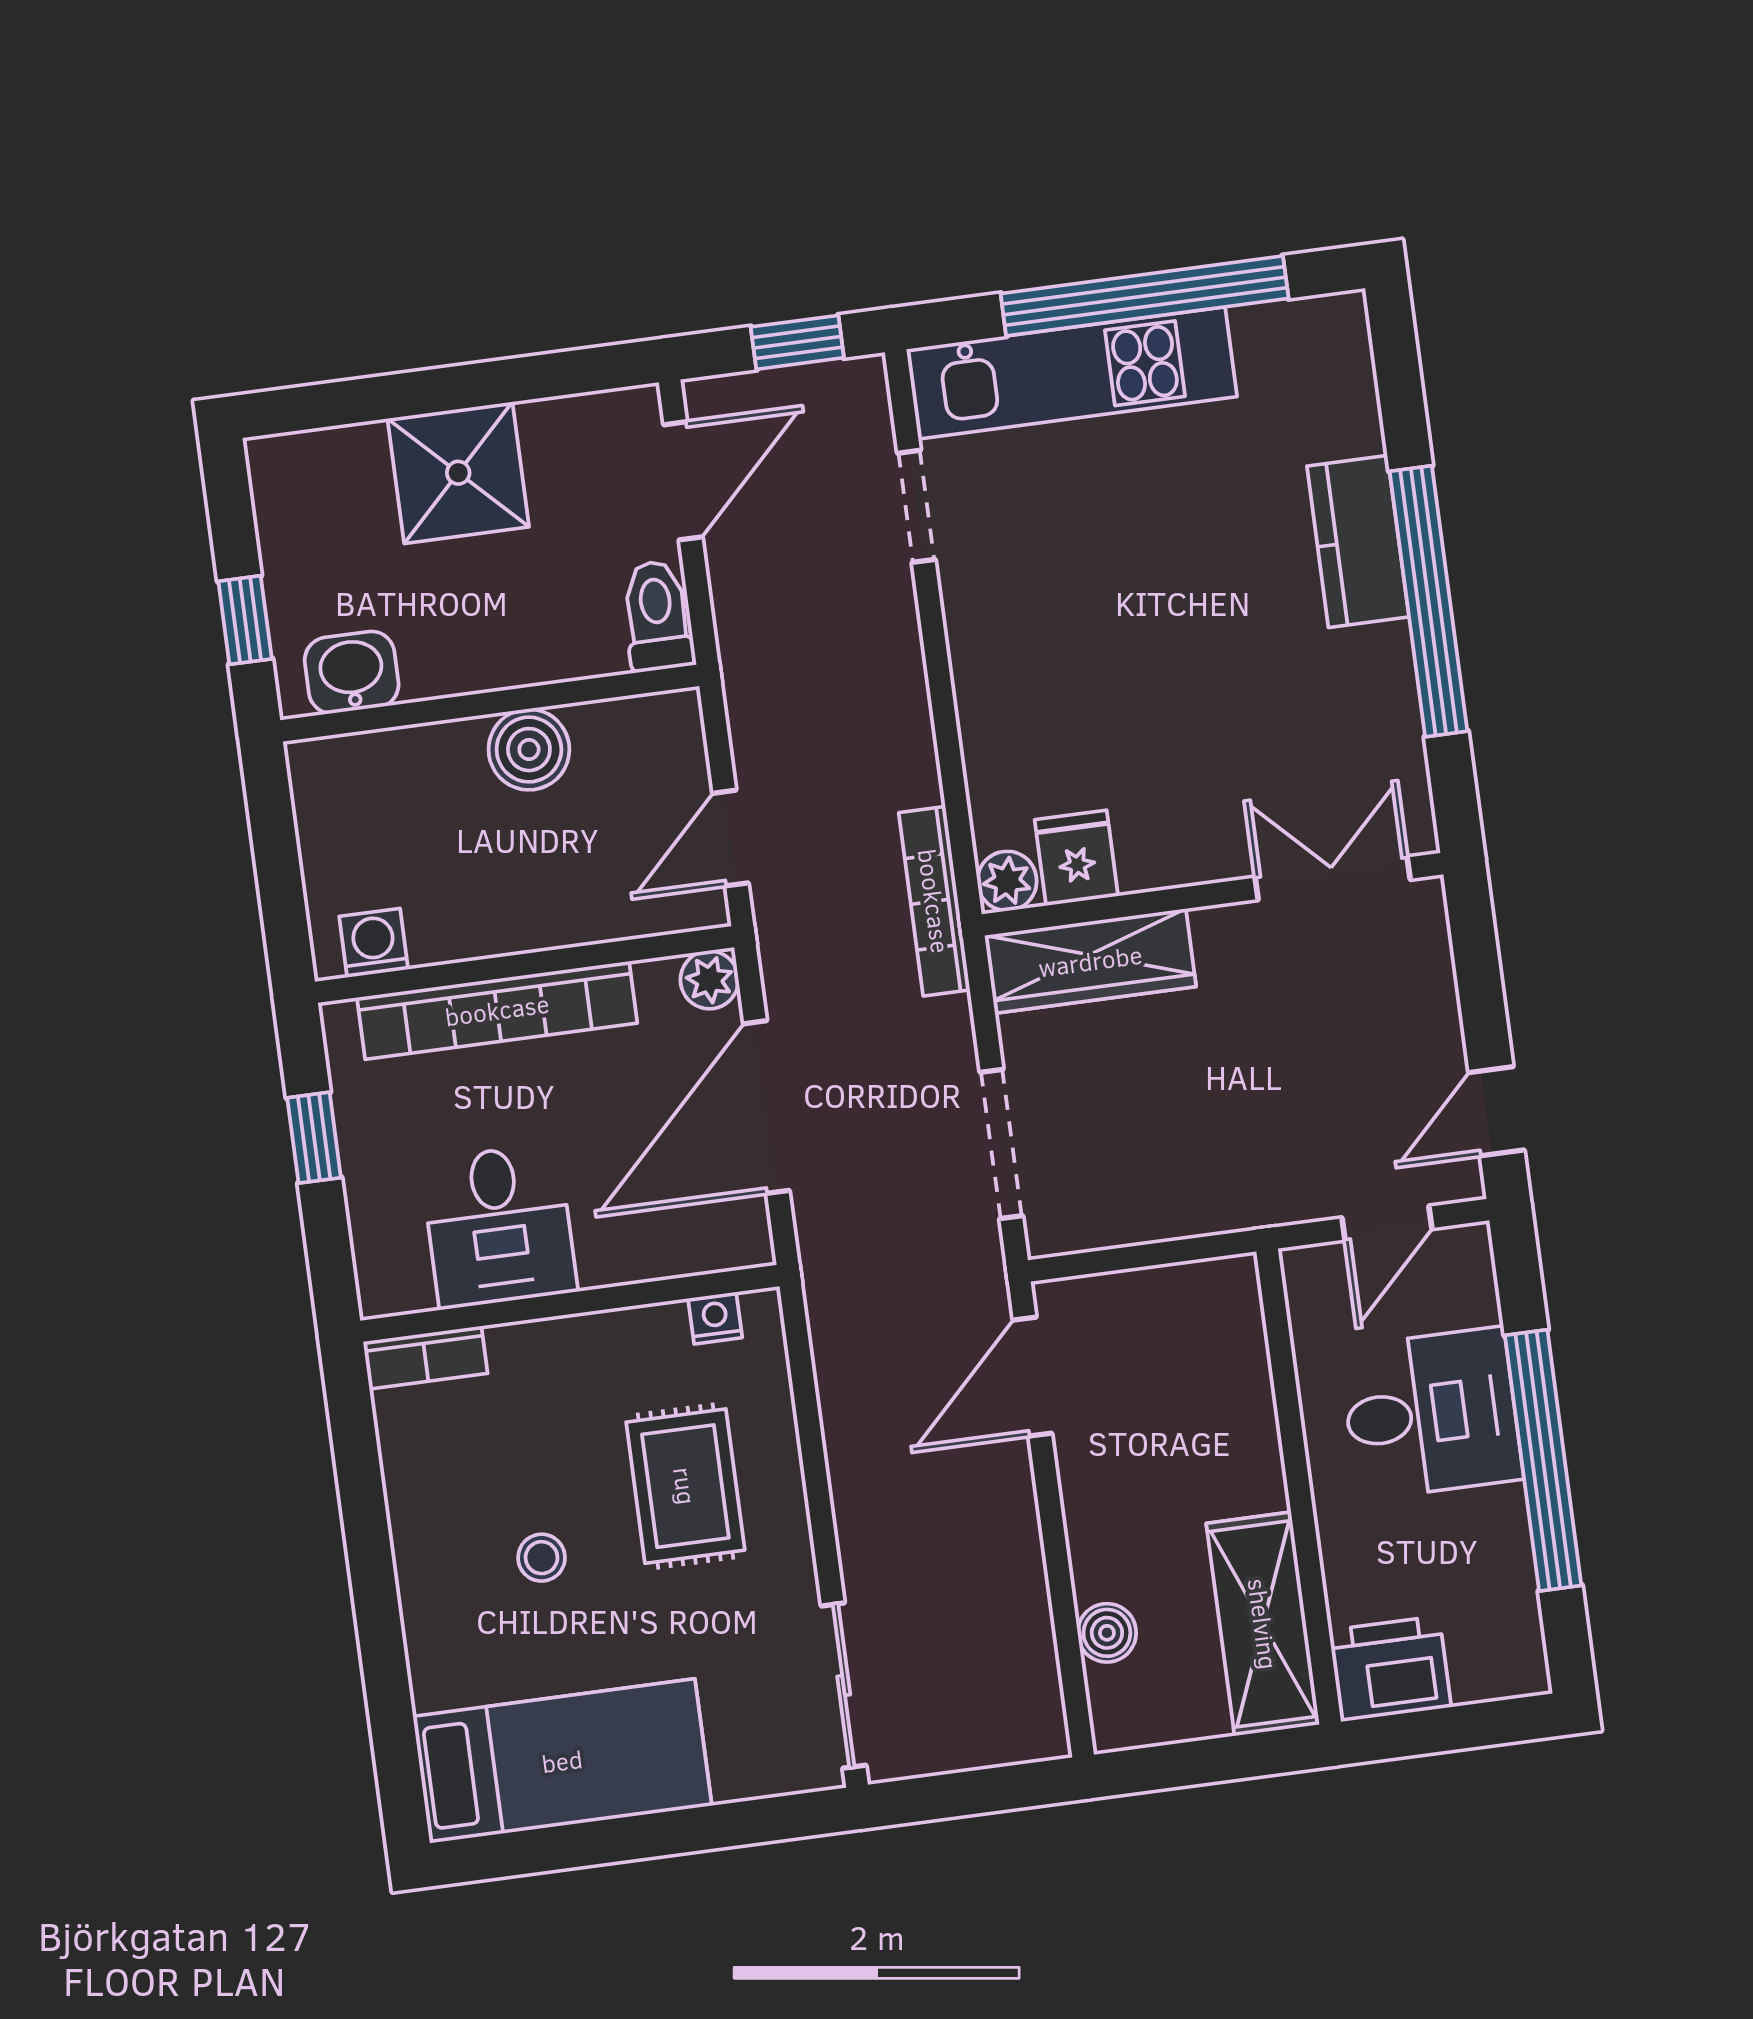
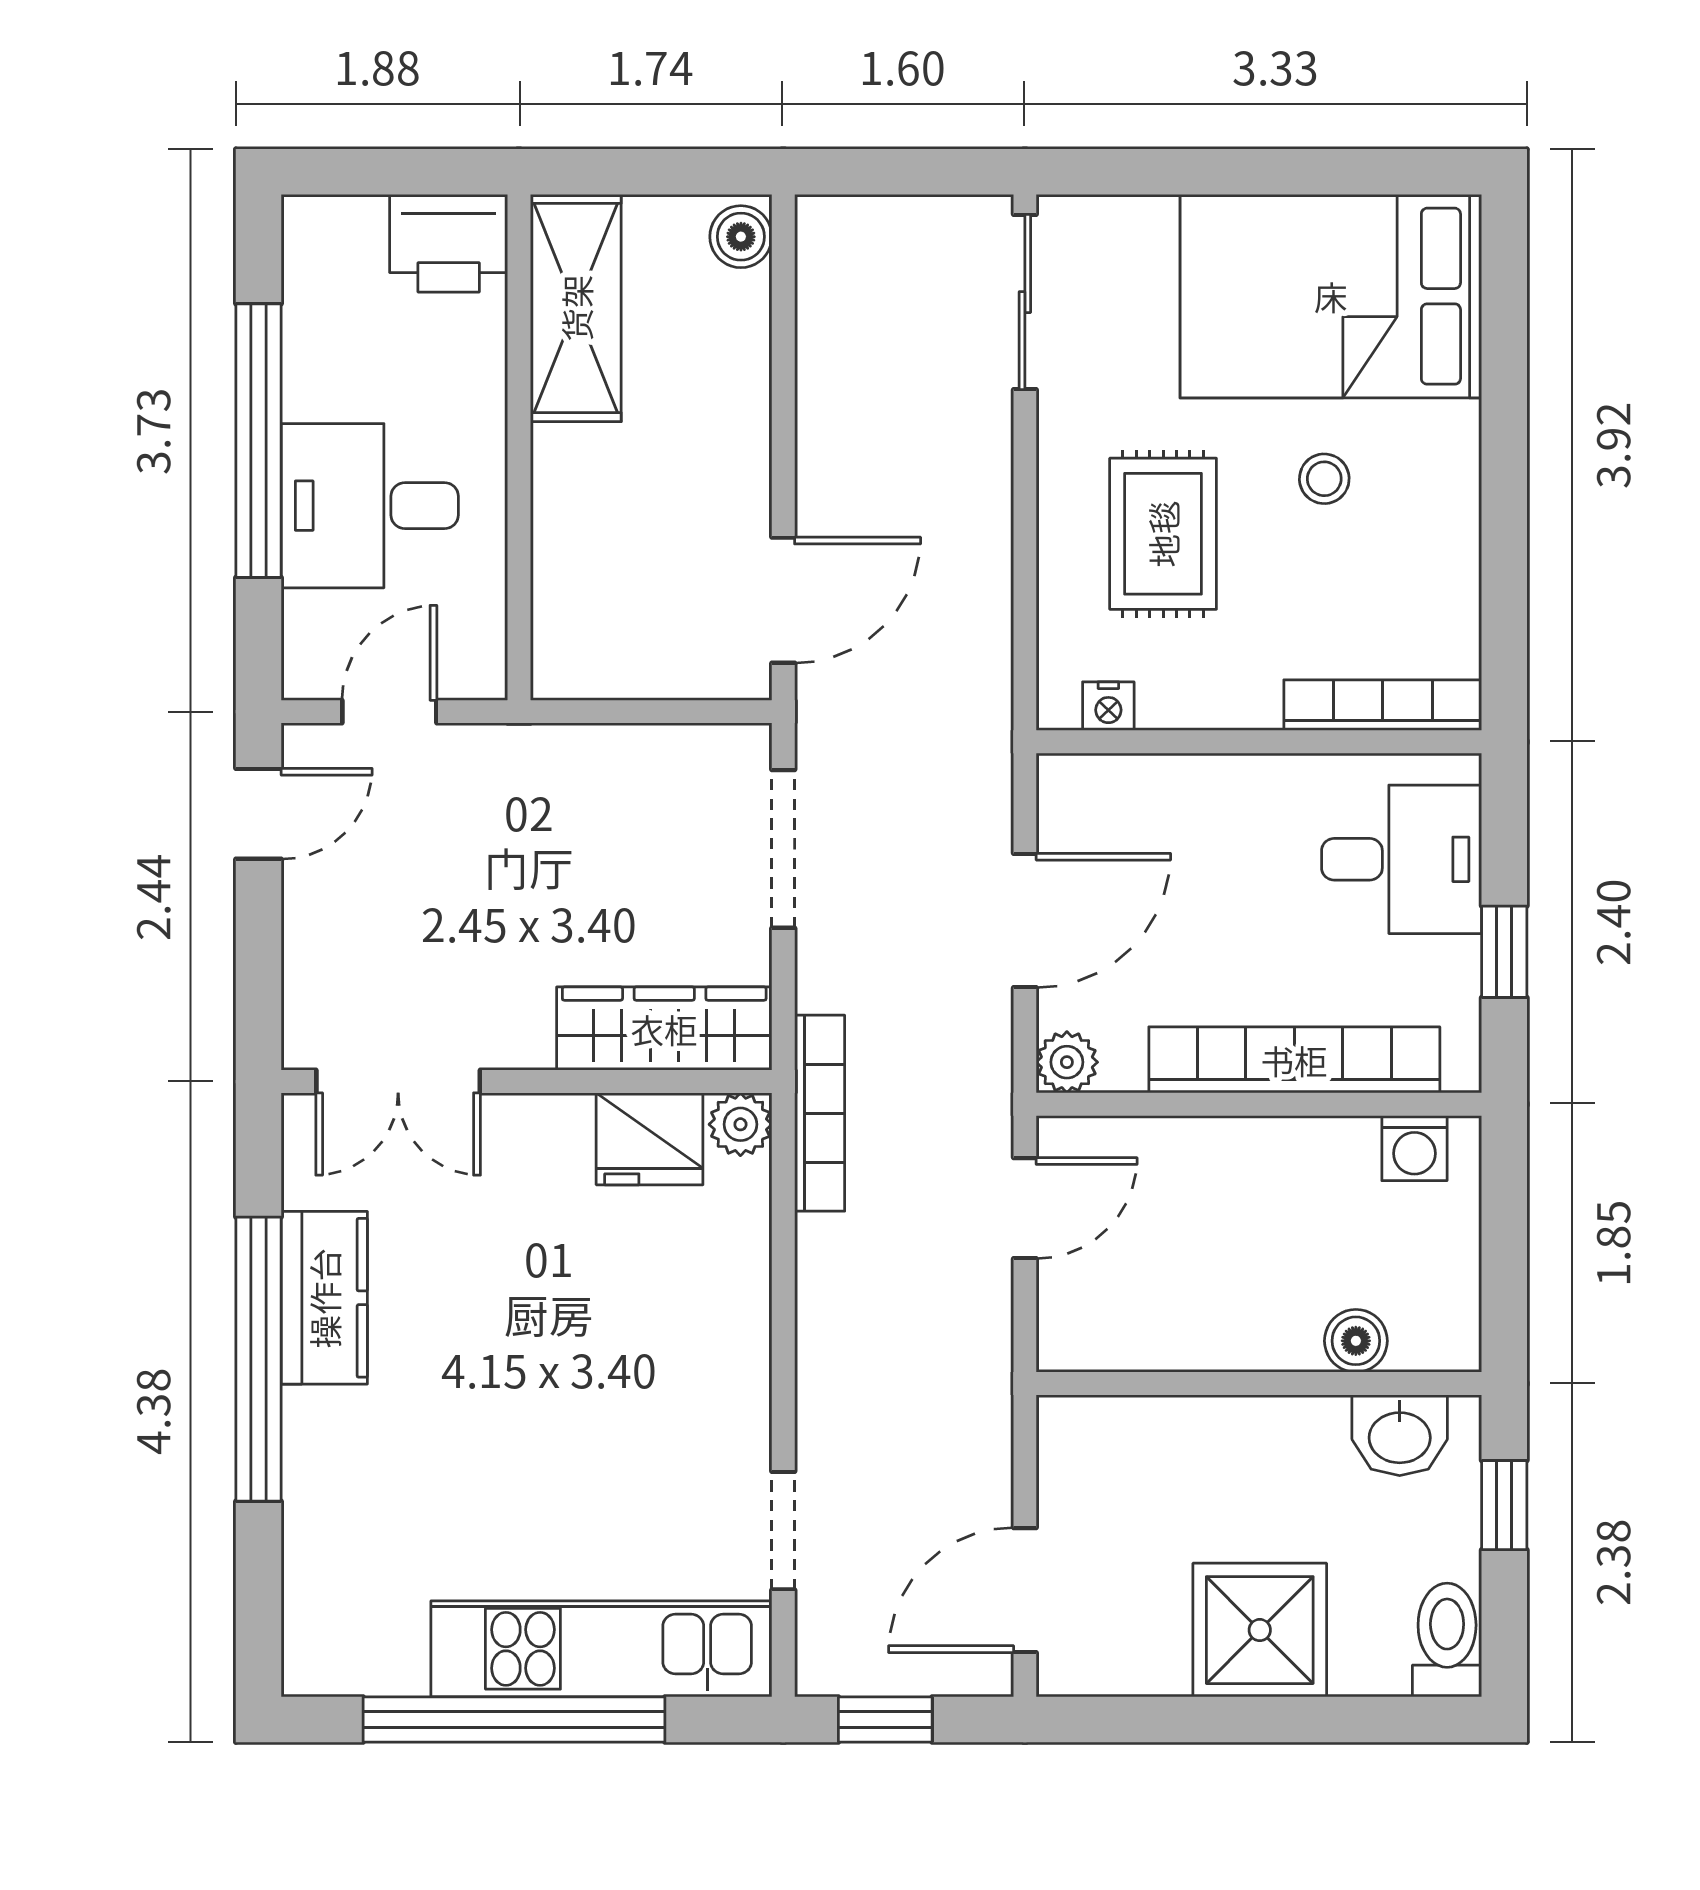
kitchen counter: (1358, 541) -> (324, 1298), moved
toilet: (657, 616) -> (1447, 1640), moved, turned 180
boiler: (529, 750) -> (1356, 1341), moved, width x0.73, depth x0.73
fridge: (1076, 858) -> (650, 1139), width x1.38
door: (766, 1107) -> (1025, 921), width x0.73
desk: (499, 1226) -> (1402, 859), moved, turned 90
bookcase: (425, 1358) -> (1383, 705), width x1.56
boiler: (1107, 1633) -> (741, 237), moved
bed: (562, 1761) -> (1331, 296), width x1.50

